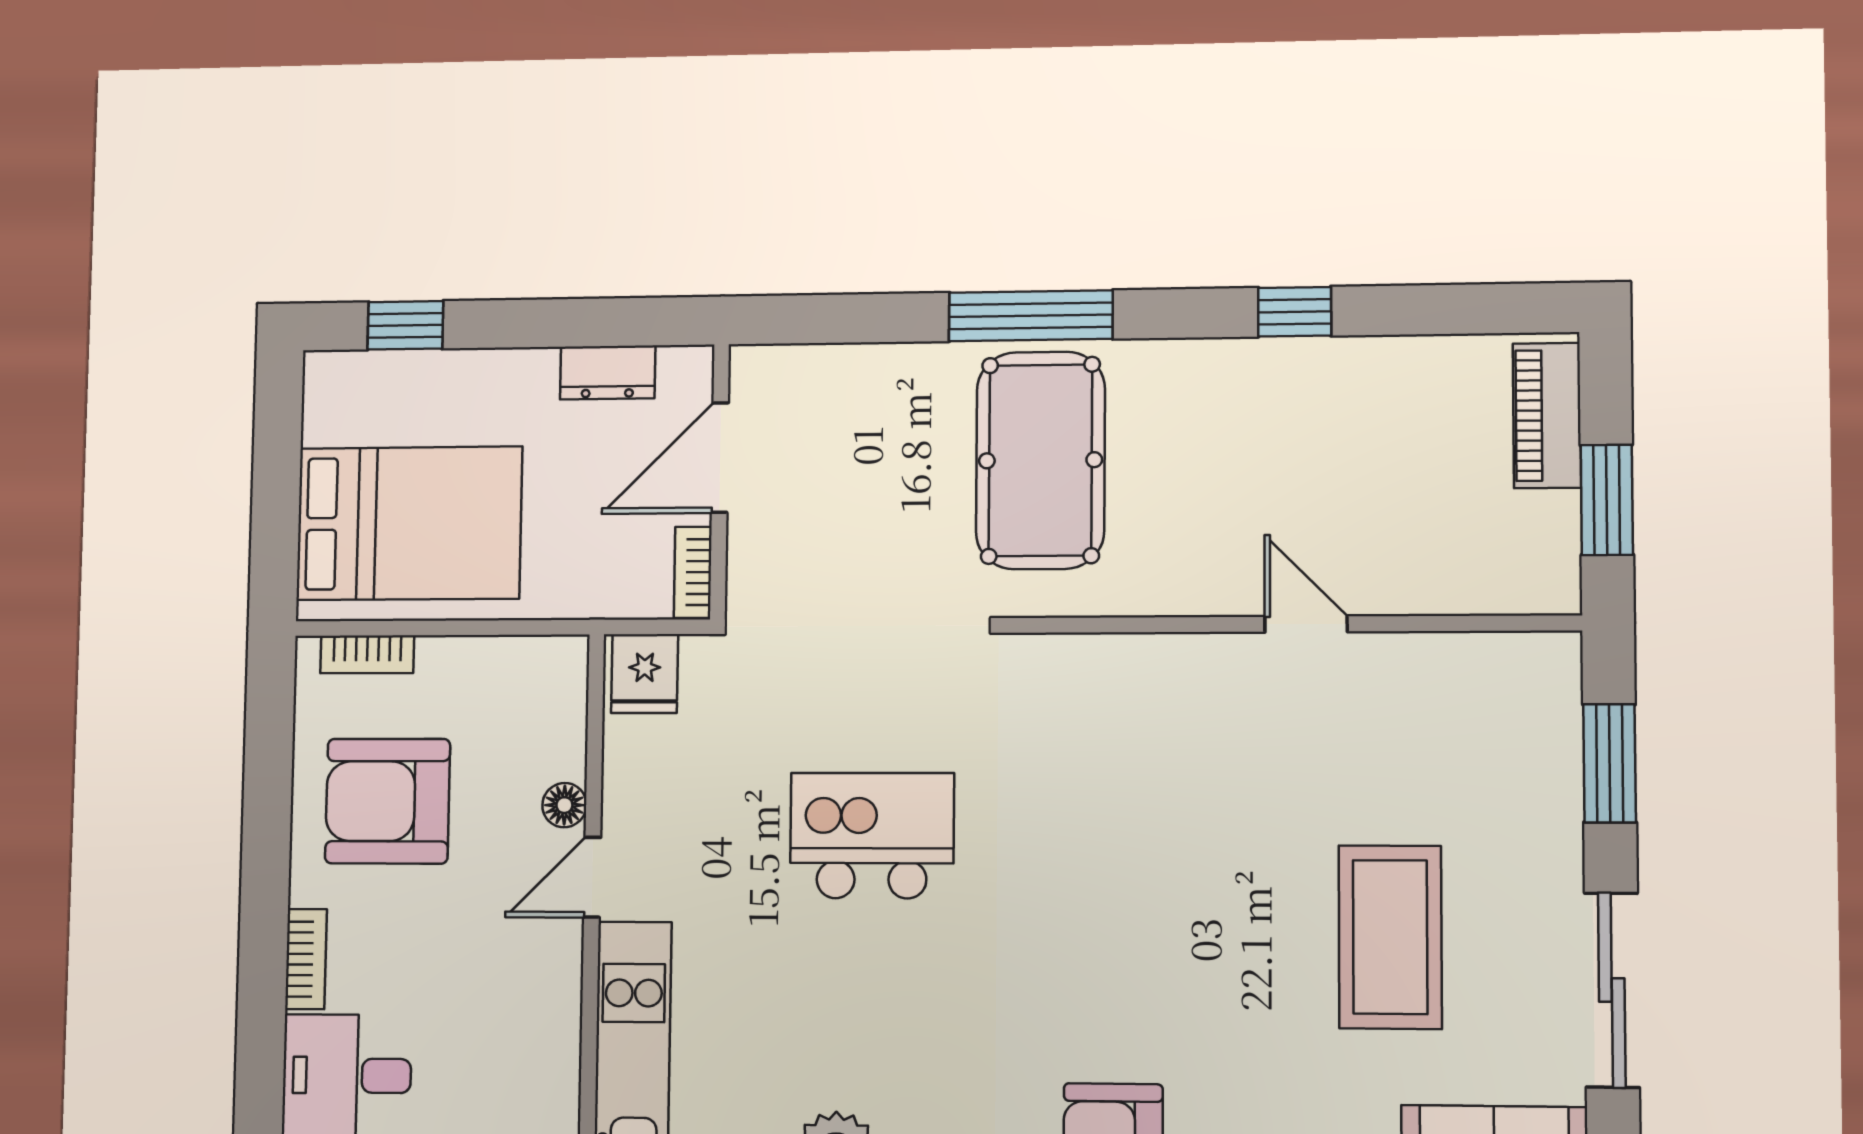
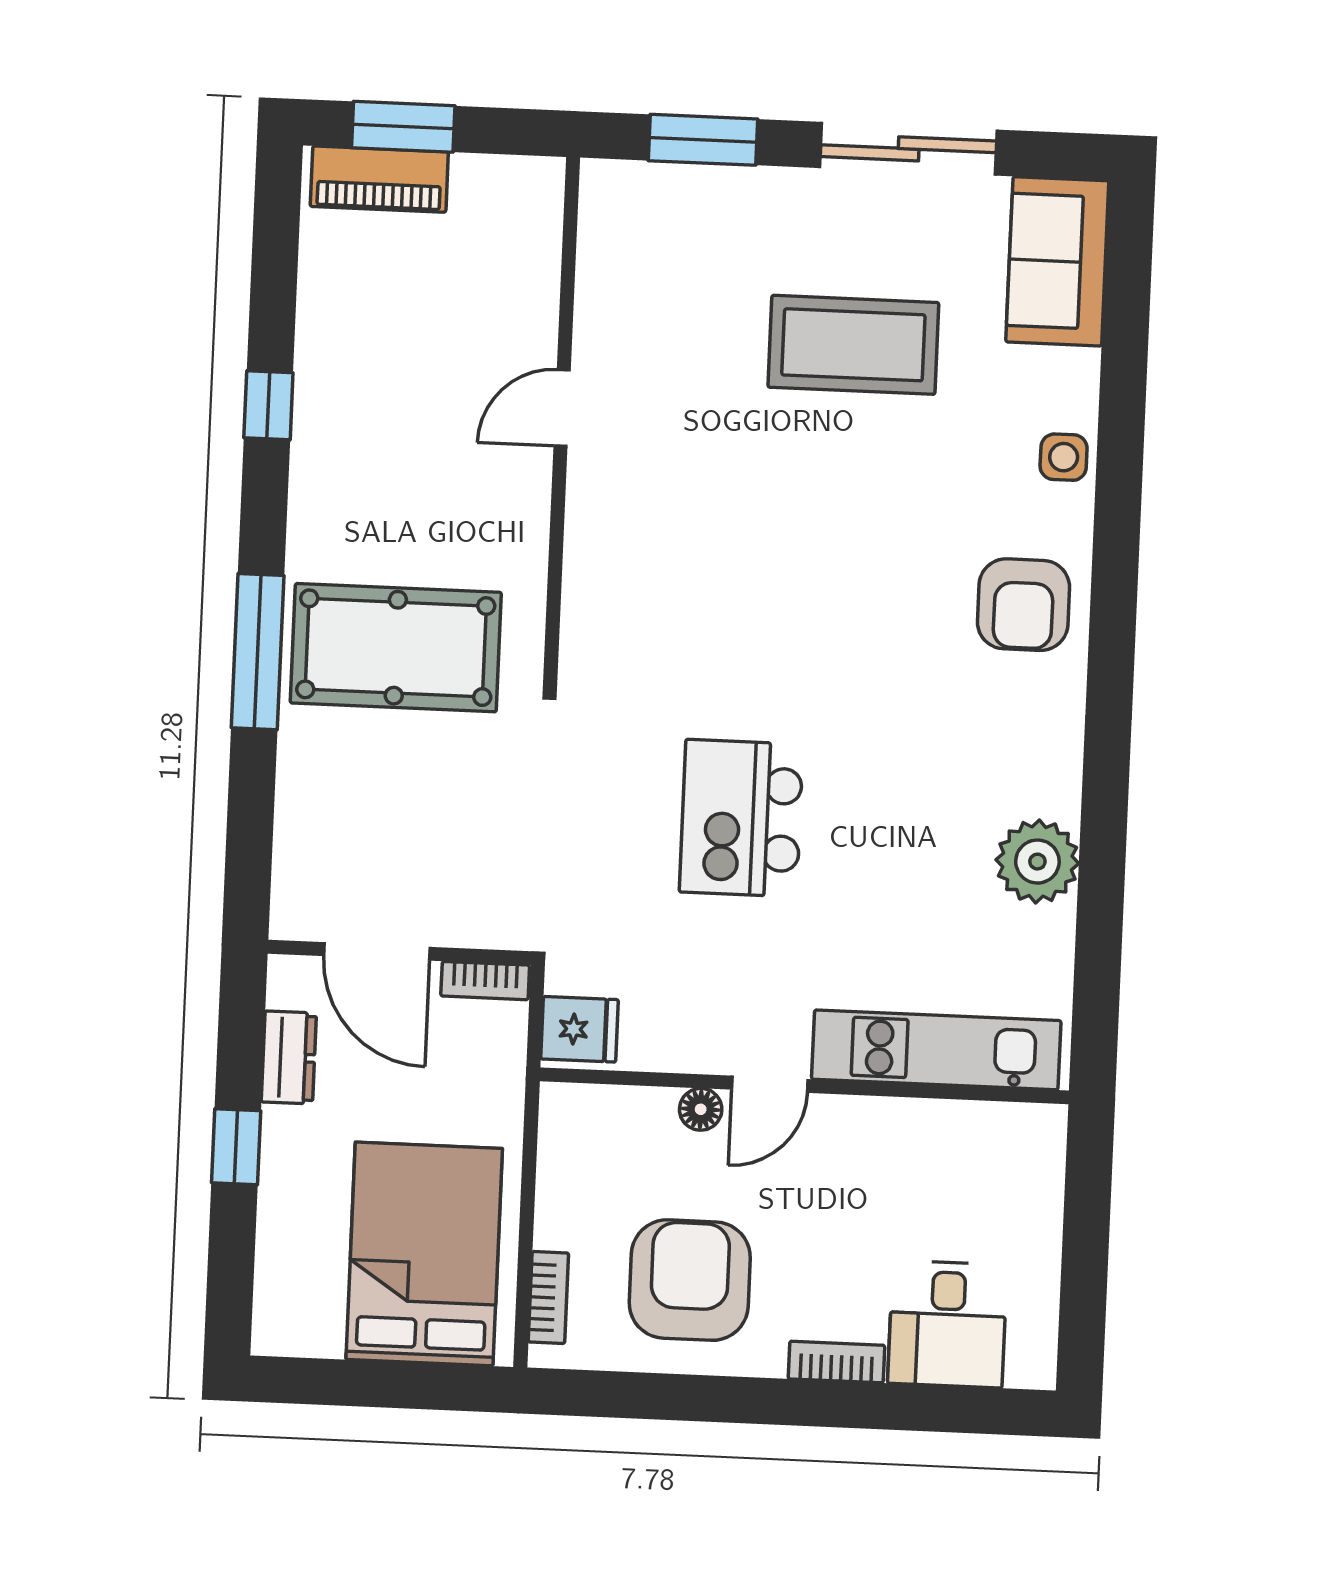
window: (405, 325) -> (236, 1147), moved
window: (1607, 500) -> (403, 127), moved
armchair: (388, 801) -> (690, 1280), turned 180
door: (592, 877) -> (770, 1084), hinge flipped

